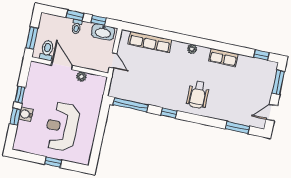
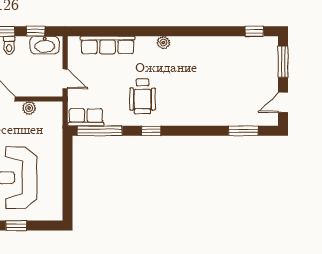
row of seats: (223, 57) -> (86, 117), moved, turned 180
wheelchair: (198, 95) -> (143, 96), moved

